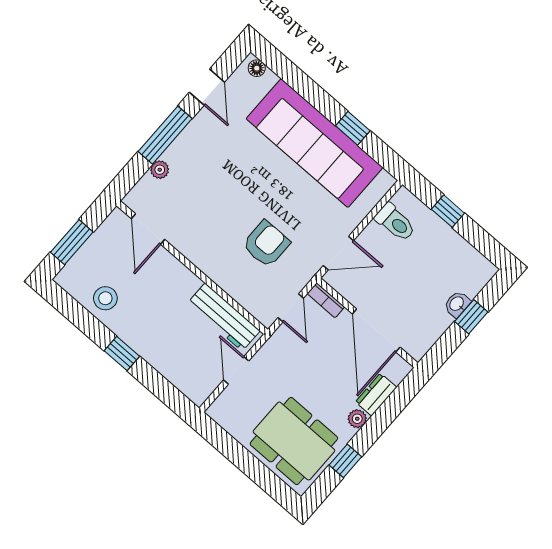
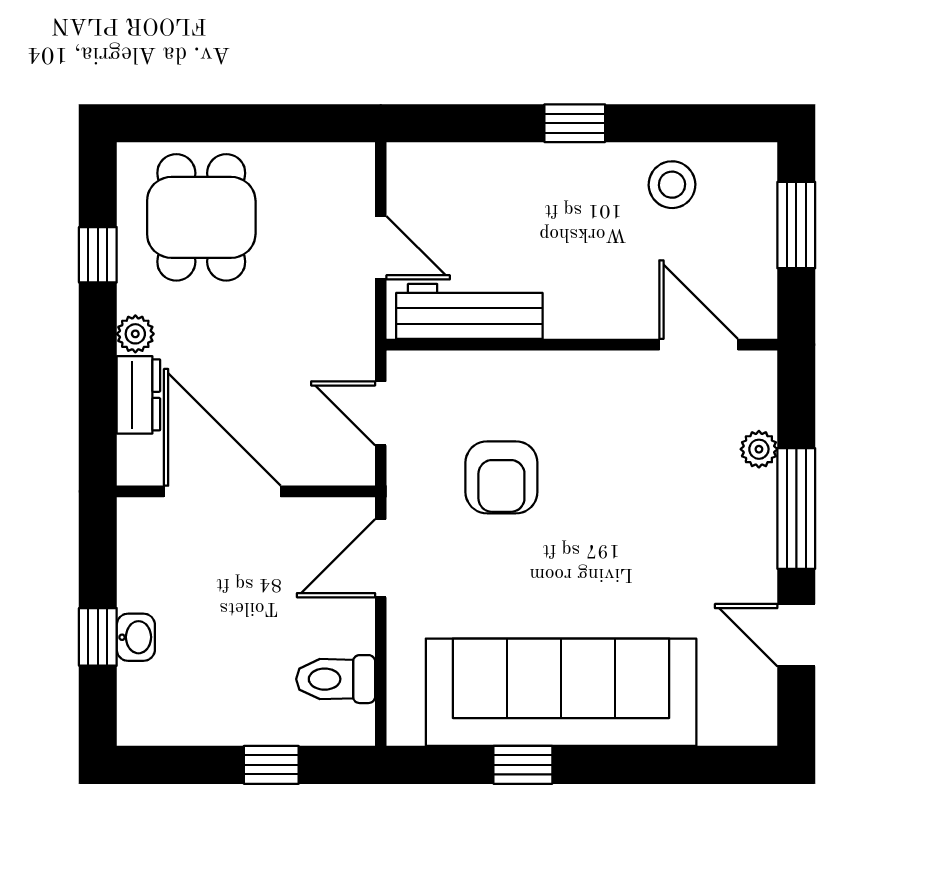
floor lamp: (257, 68) -> (746, 729), removed
bookcase: (326, 300) -> (338, 471), removed
dining table: (294, 441) -> (201, 217), width x0.73

